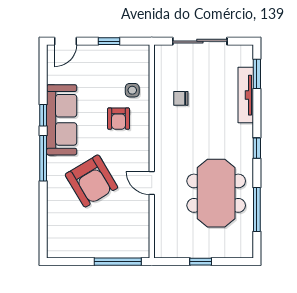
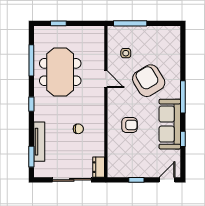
dresser: (162, 59) -> (99, 167), added
side table: (132, 90) -> (126, 53), moved
chair: (181, 98) -> (78, 129), moved
window: (43, 115) -> (183, 139), moved
armchair: (119, 119) -> (129, 125), turned 90
window: (201, 262) -> (58, 23), moved

